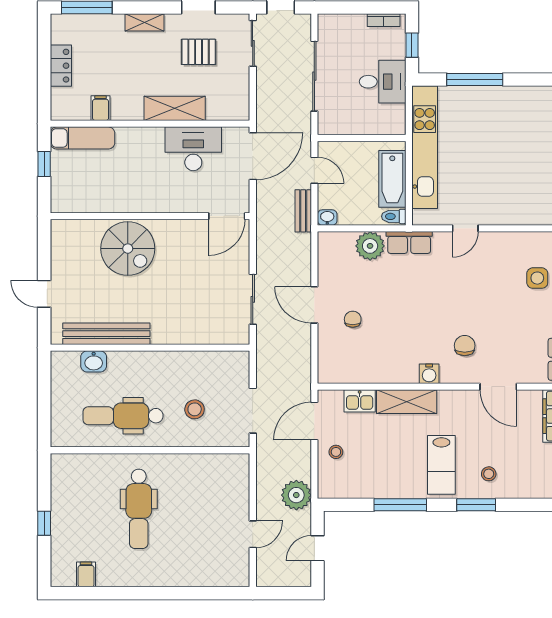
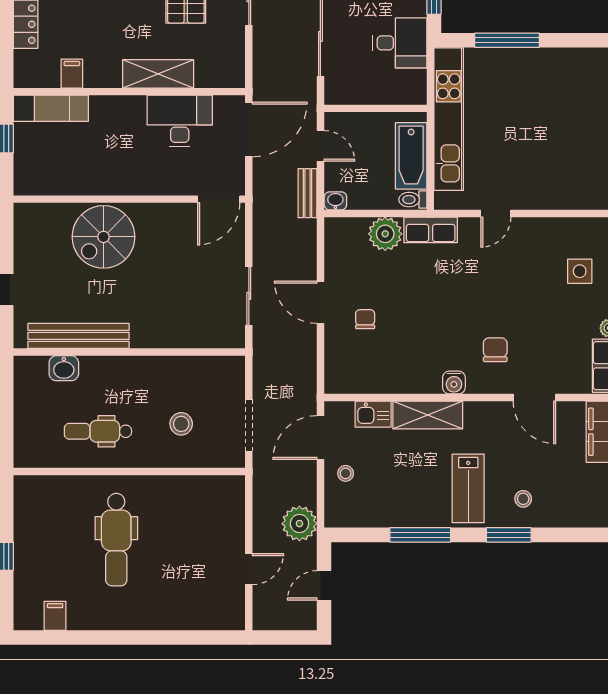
spiral stairs: (128, 249) -> (104, 237), turned 90
dental chair: (123, 416) -> (98, 431), width x0.73, depth x0.72

